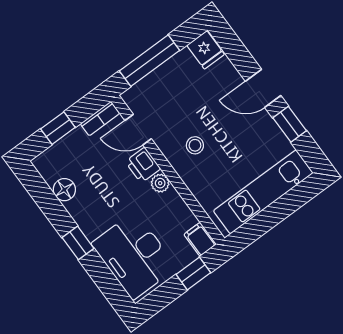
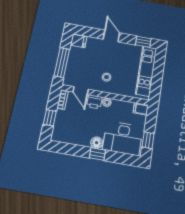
door: (263, 88) -> (111, 36), swing flipped
window: (290, 124) -> (143, 42), moved
door: (138, 130) -> (81, 91), hinge flipped
floor lamp: (64, 190) -> (97, 143), moved
window: (193, 274) -> (148, 140), moved

